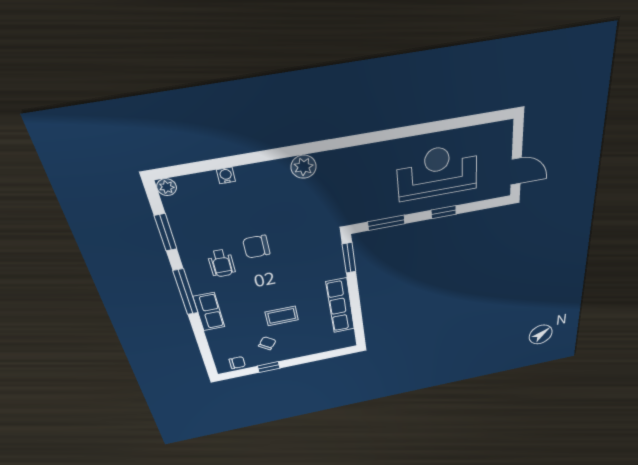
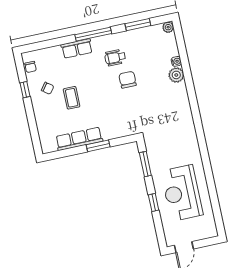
plant: (304, 167) -> (176, 75), moved
reception desk: (437, 172) -> (182, 193), turned 180
window: (349, 258) -> (98, 146), moved

